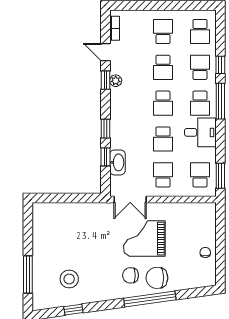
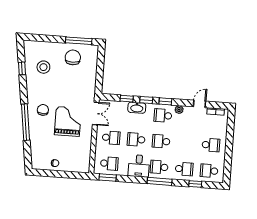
window: (220, 65) -> (195, 184), moved
school desk: (163, 67) -> (163, 116), moved
window: (105, 80) -> (165, 101), moved
washbasin: (117, 162) -> (137, 108), moved
double door: (130, 199) -> (96, 114), swing flipped
window: (28, 275) -> (79, 41), moved
chair: (157, 278) -> (73, 57), moved

